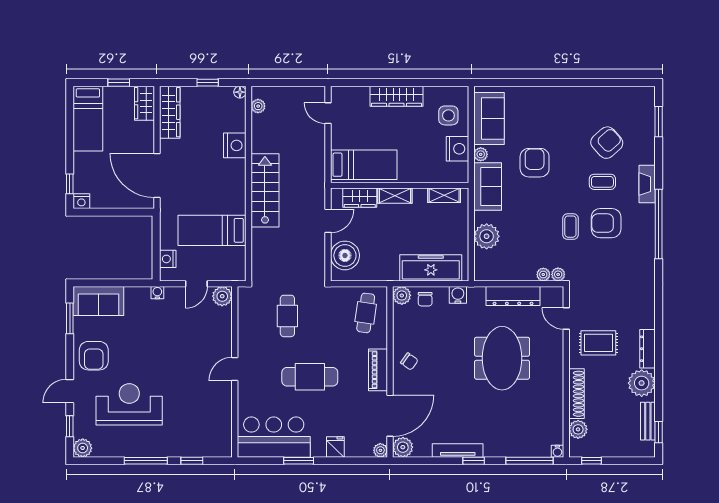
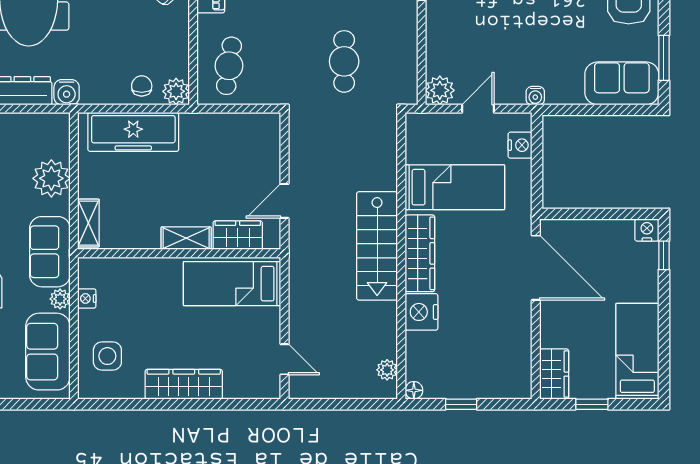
wardrobe: (170, 112) -> (420, 253), moved, turned 180
nightstand: (457, 149) -> (87, 298), width x0.53, depth x0.56
shelving: (444, 195) -> (88, 223), moved, turned 90
boiler: (345, 255) -> (259, 150), removed
water cooler: (458, 295) -> (67, 92), moved

